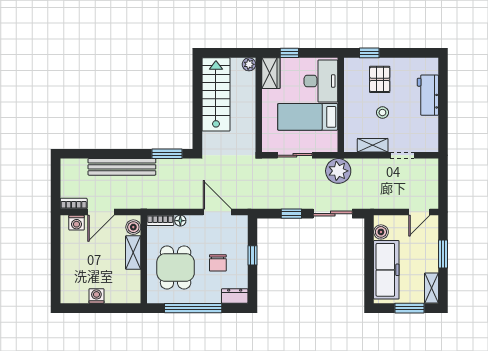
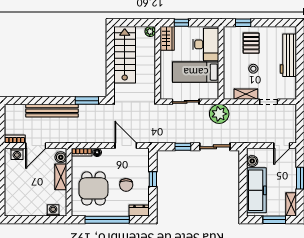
workbench: (428, 95) -> (288, 55), width x1.38
washing machine: (96, 296) -> (53, 210), moved

